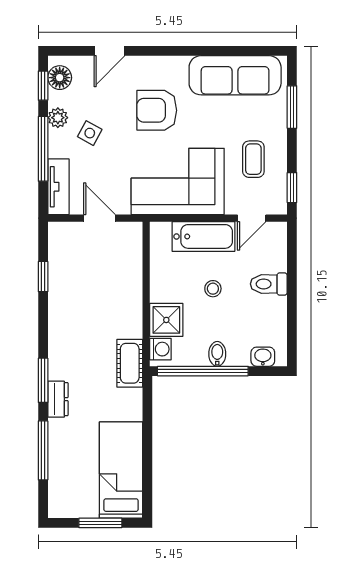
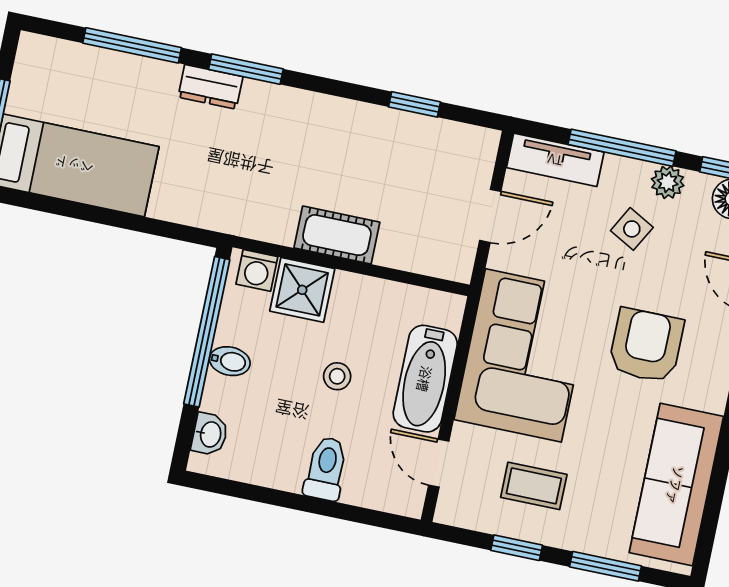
window: (292, 188) -> (517, 548), moved
cot: (130, 363) -> (337, 235), moved

